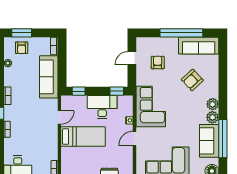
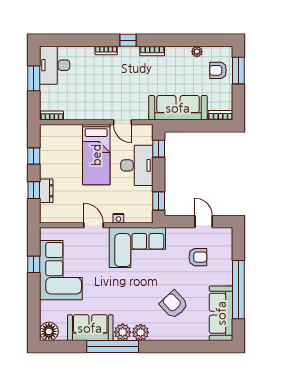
desk: (102, 107) -> (137, 165), moved
window: (223, 139) -> (113, 346), moved

